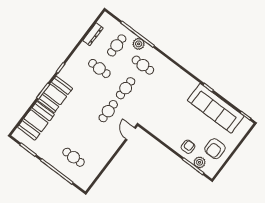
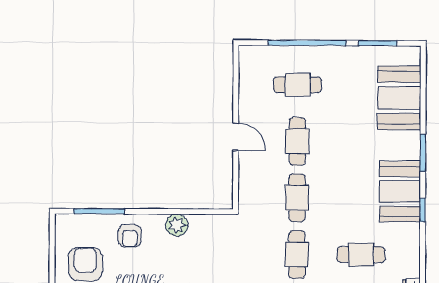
booth: (55, 94) -> (400, 192), moved
cafe table: (91, 134) -> (297, 141), added
door: (131, 134) -> (236, 137), moved
plant: (200, 162) -> (177, 225), moved

